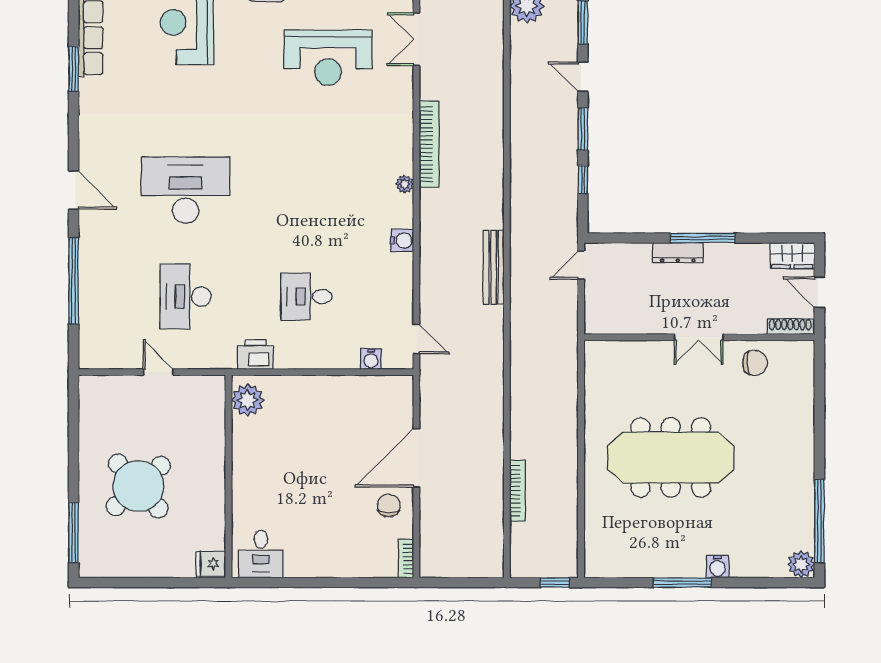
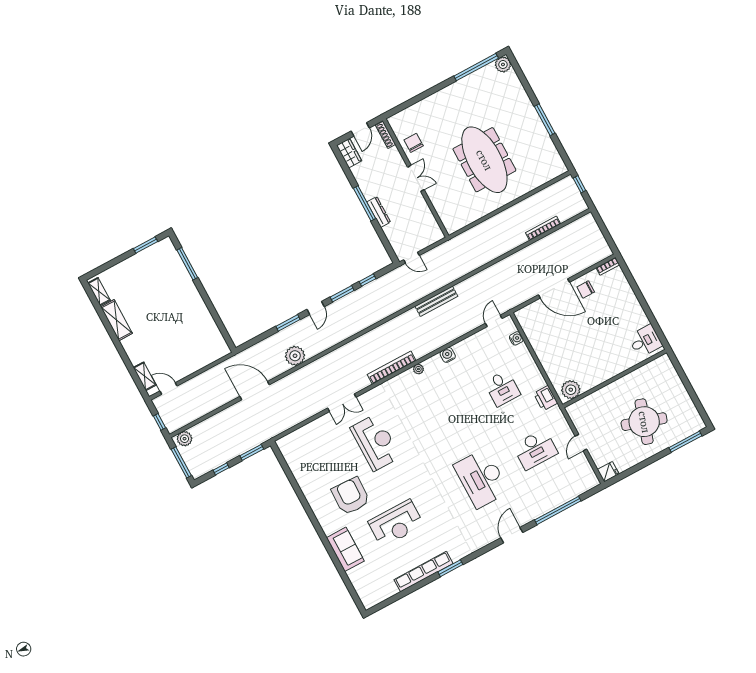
round table: (138, 486) -> (644, 422), turned -30
fridge: (211, 564) -> (608, 472), moved, turned -90
water cooler: (718, 567) -> (527, 106), removed

